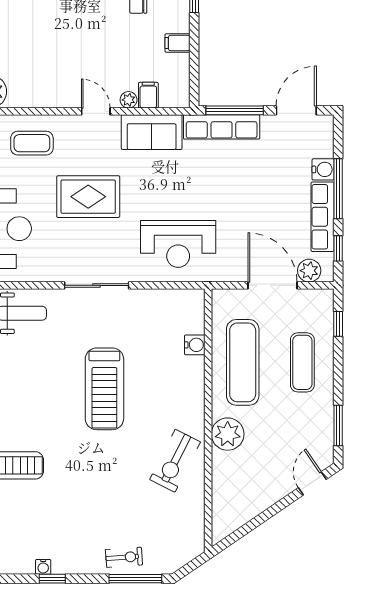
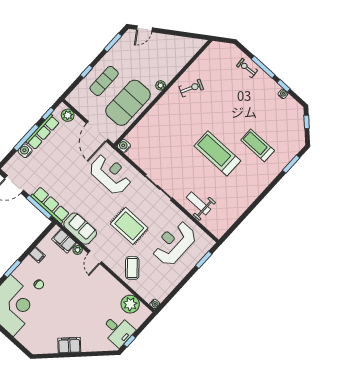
filing cabinet: (148, 95) -> (64, 241), width x2.00
coffee table: (32, 143) -> (132, 268), turned 48
door: (273, 285) -> (97, 131), moved
window: (338, 324) -> (86, 71), moved
water cooler: (195, 345) -> (124, 146), moved
exercise mat: (243, 362) -> (128, 103), width x1.47
treadmill: (104, 389) -> (217, 153), moved, turned -90
plant: (228, 434) -> (161, 85), width x0.53, depth x0.53
exercise bike: (175, 461) -> (191, 88), width x0.73, depth x0.72
window: (135, 579) -> (263, 67), moved

